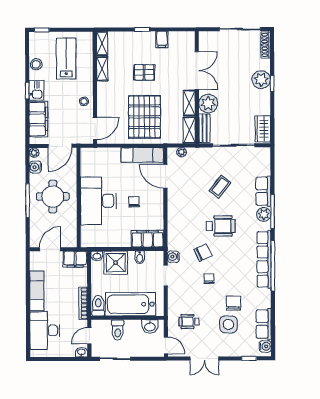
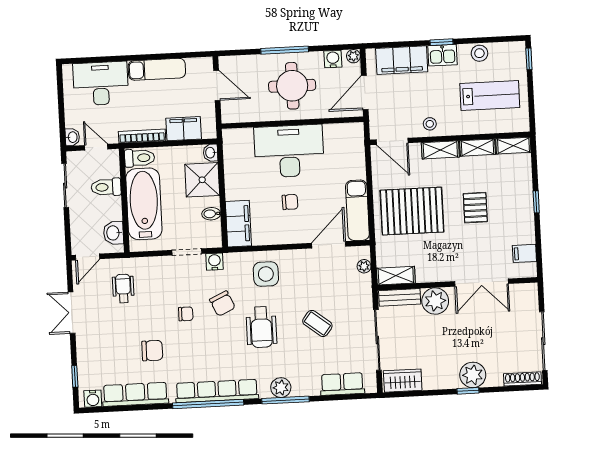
filing cabinet: (162, 39) -> (524, 253), moved
shelving: (189, 103) -> (440, 150), moved
door: (60, 146) -> (365, 93), hinge flipped
row of seats: (263, 191) -> (342, 384), moved
filing cabinet: (75, 259) -> (184, 129), moved, turned 90
side table: (228, 324) -> (266, 274), moved
row of seats: (264, 324) -> (135, 394), width x1.48

